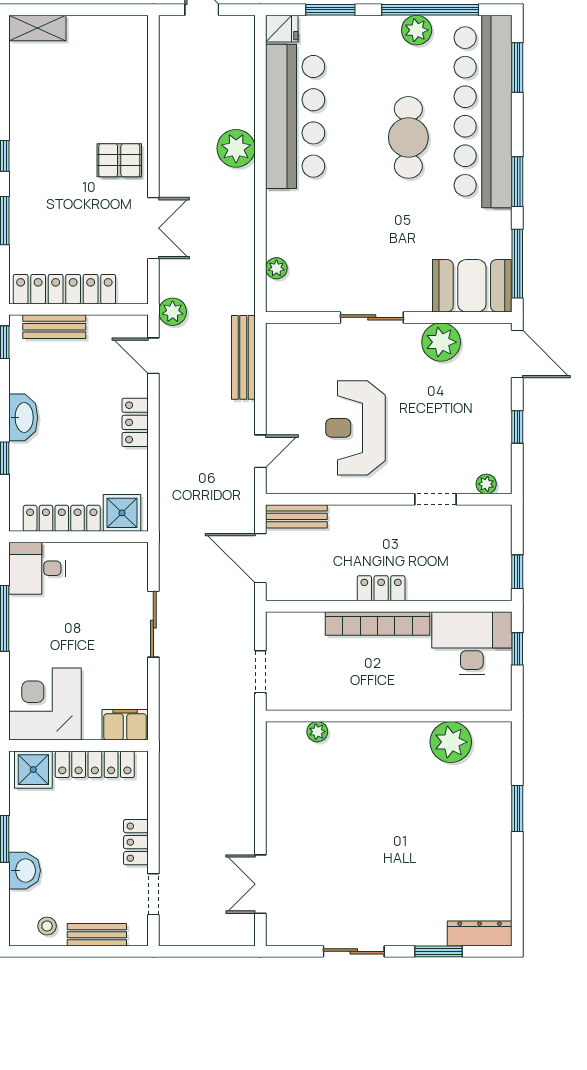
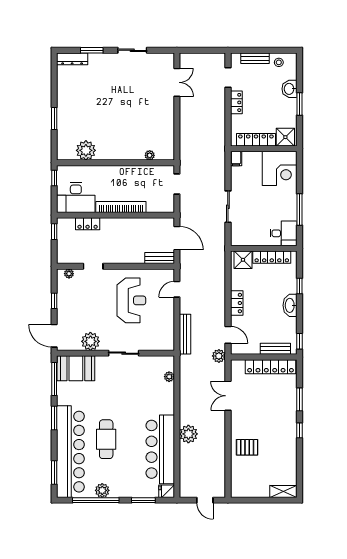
pallet: (119, 160) -> (247, 447), moved
locker: (381, 588) -> (88, 224), moved
window: (517, 649) -> (54, 178), moved
filing cabinet: (125, 725) -> (236, 159), width x0.50

